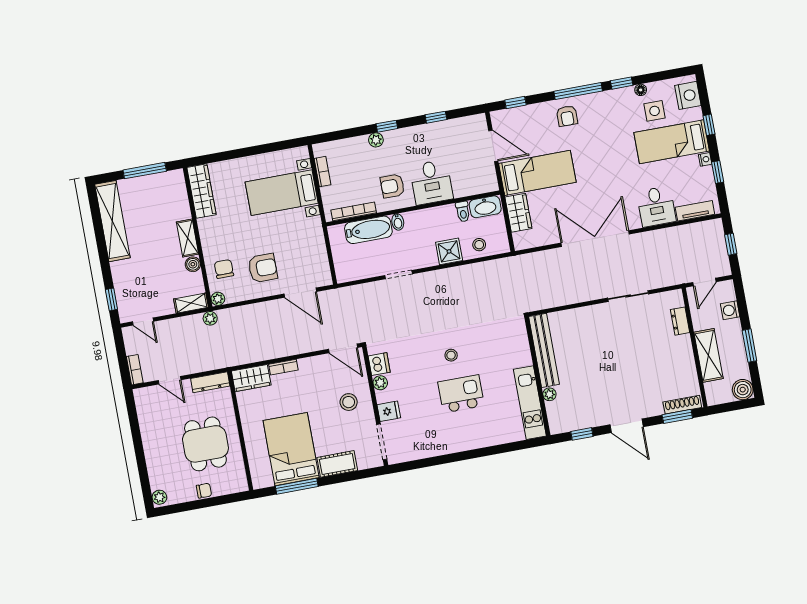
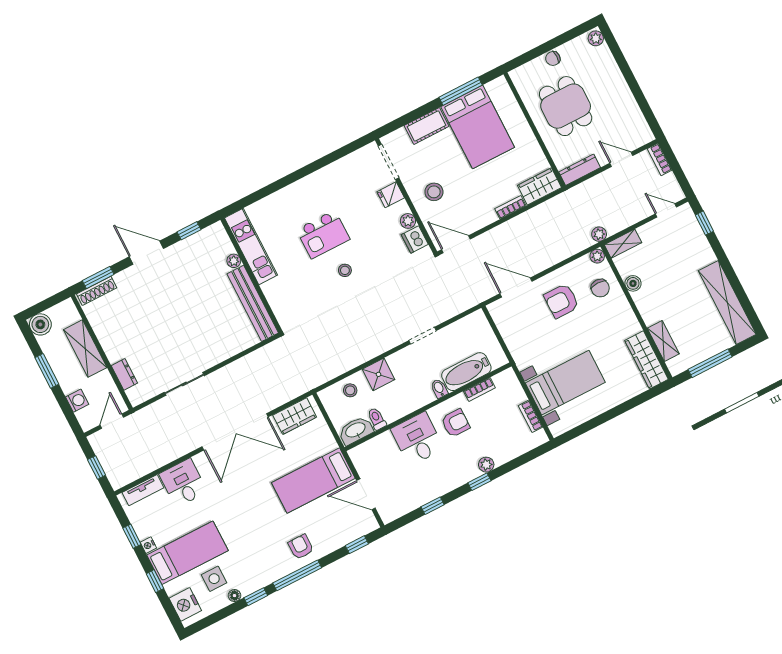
bookcase: (354, 211) -> (479, 390), width x0.64
wardrobe: (518, 213) -> (295, 416), moved, turned -90
shelving: (187, 238) -> (663, 341), moved

